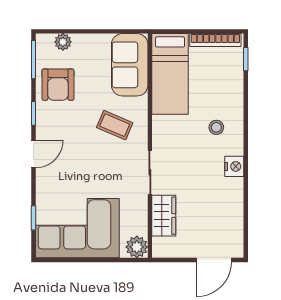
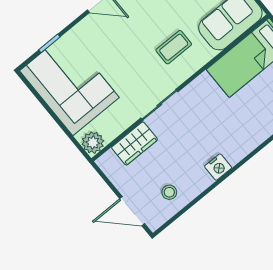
coffee table: (115, 125) -> (174, 47), turned 67
stool: (216, 127) -> (169, 192), moved

